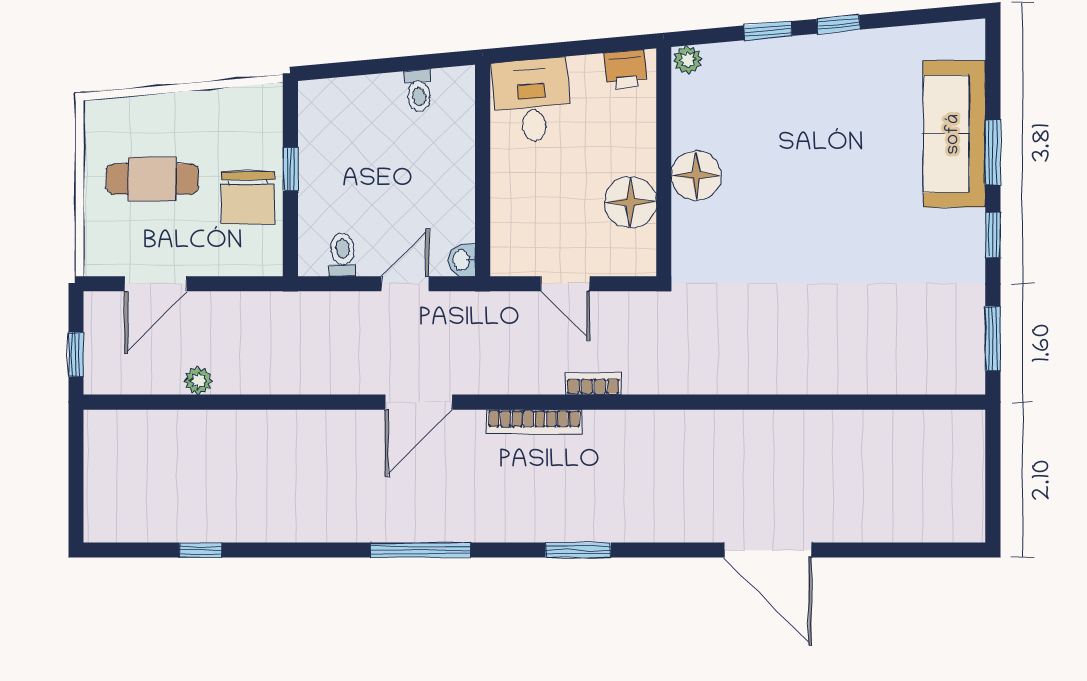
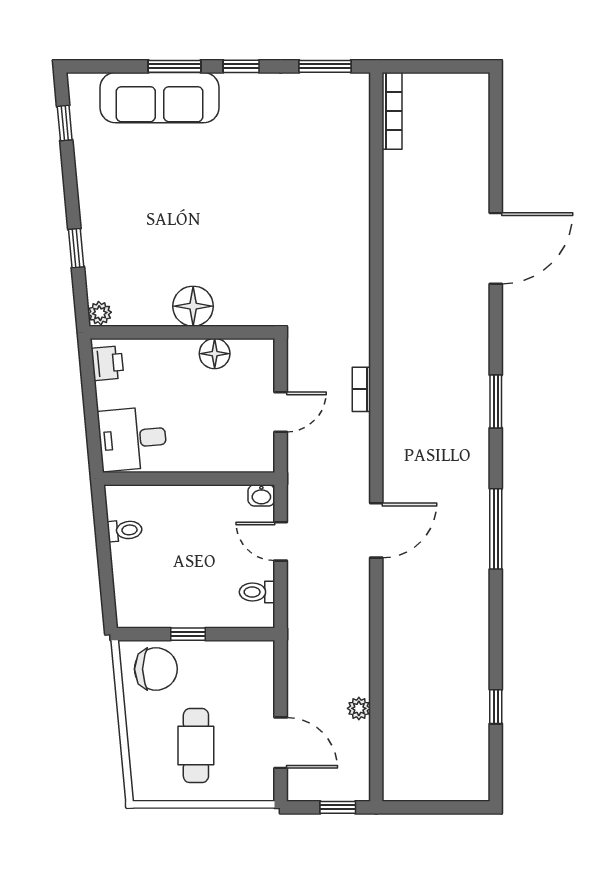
window: (838, 24) -> (65, 123), moved
chair: (248, 198) -> (156, 669), moved
floor lamp: (630, 202) -> (215, 354), width x0.73, depth x0.73
door: (419, 402) -> (376, 530), hinge flipped
bookcase: (534, 422) -> (392, 111), moved

